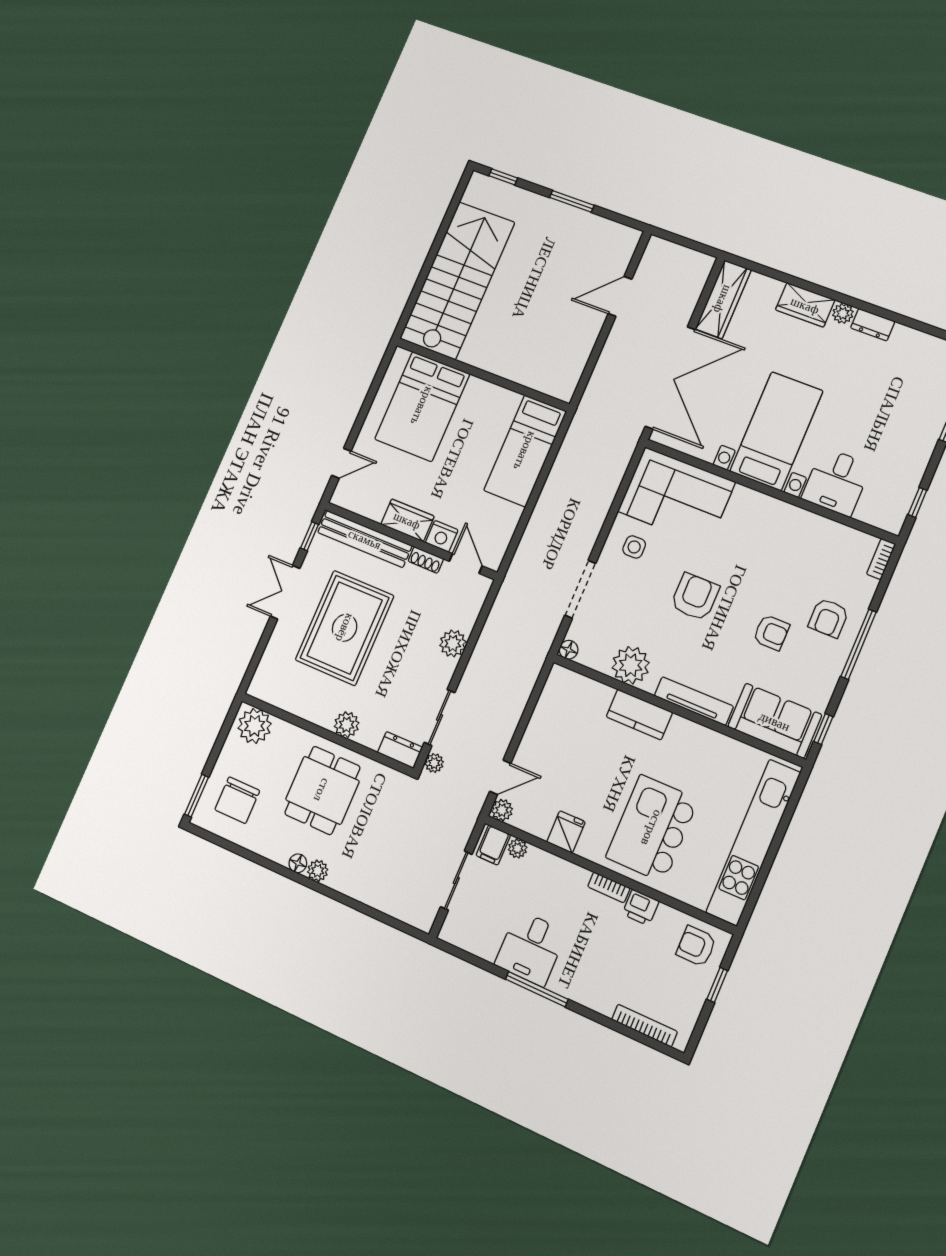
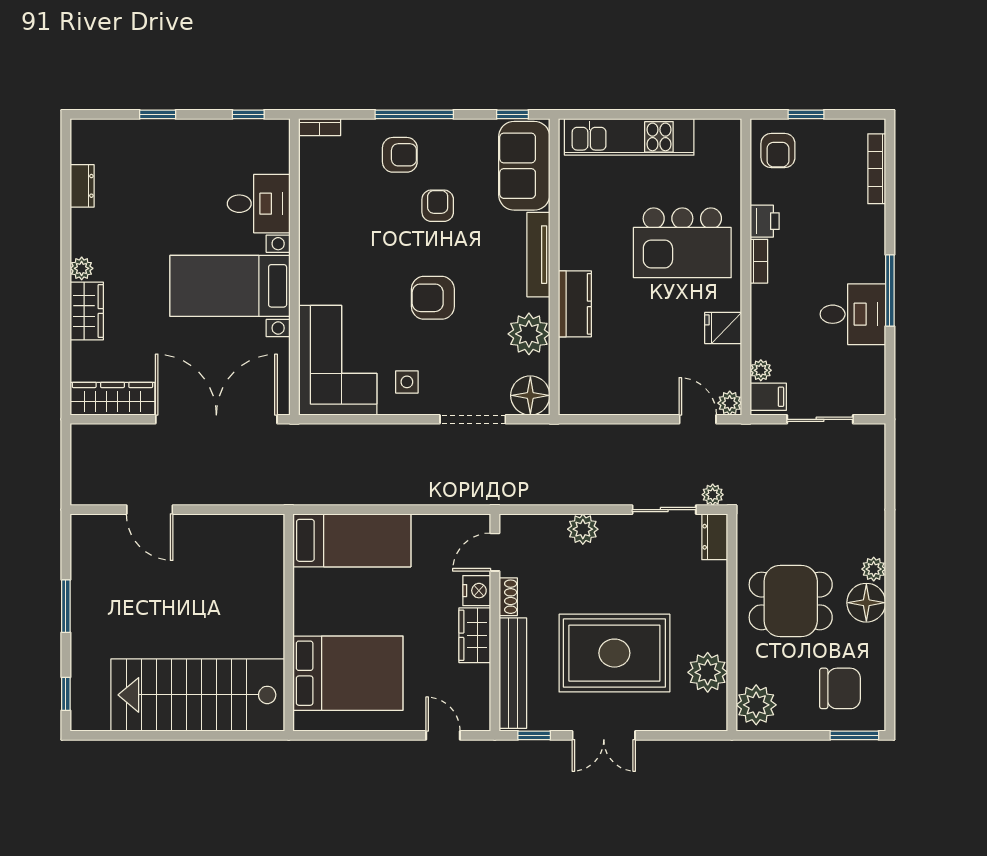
dresser: (873, 325) -> (82, 186), moved
floor lamp: (569, 650) -> (530, 395), width x1.89, depth x1.89
plant: (347, 725) -> (708, 672), moved, width x1.36, depth x1.36
kitchen unit: (753, 842) -> (629, 137), width x0.73
floor lamp: (298, 863) -> (866, 603), width x1.89, depth x1.89

